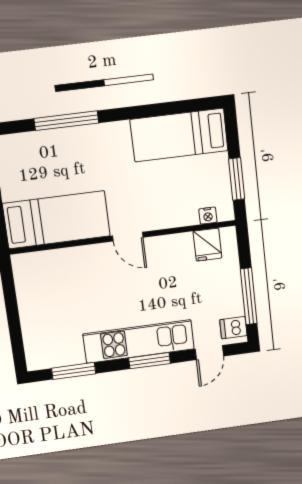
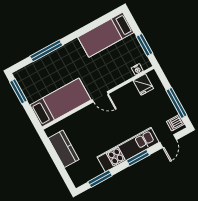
kitchen counter: (32, 299) -> (64, 149), added

